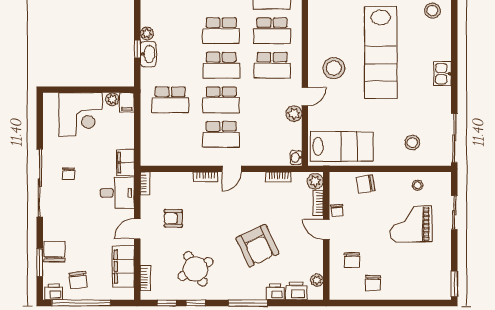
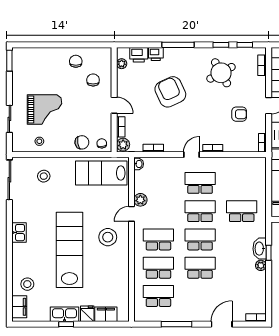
chair: (337, 210) -> (102, 143), moved

